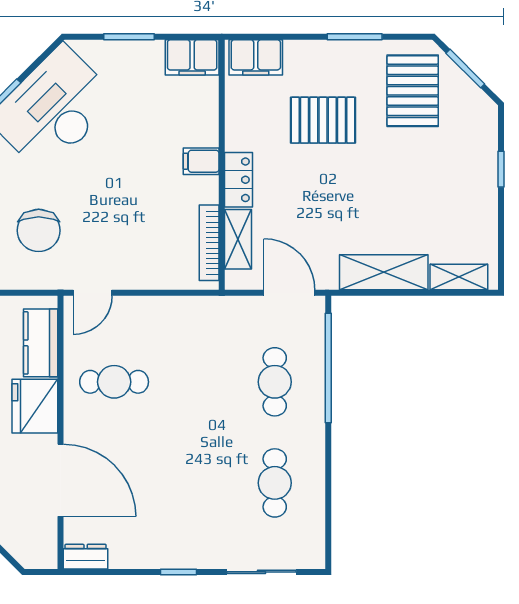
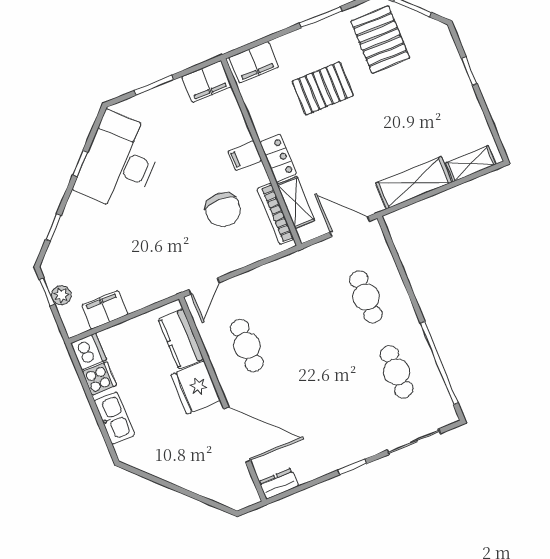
chair: (39, 230) -> (223, 210), moved
window: (328, 368) -> (439, 363), moved
cafe table: (114, 382) -> (247, 346), turned 90

